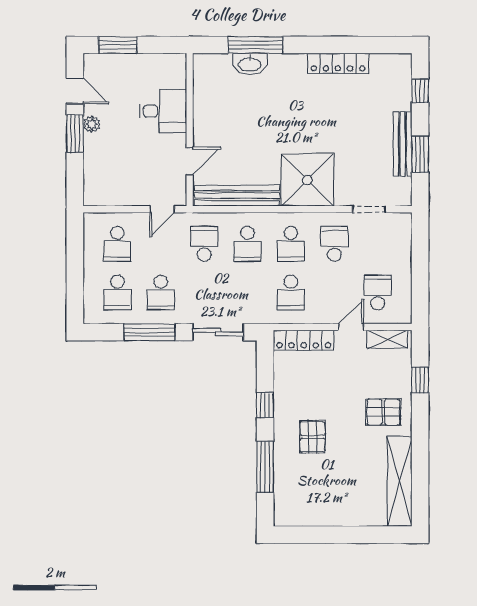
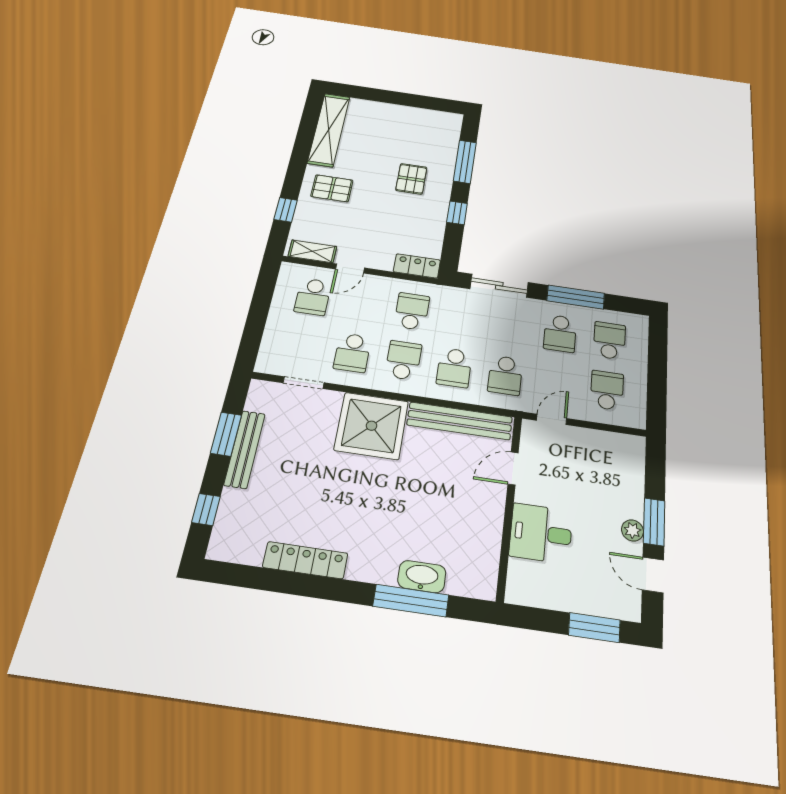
school desk: (248, 244) -> (454, 368), turned 180
school desk: (161, 293) -> (560, 333), turned 180
locker: (304, 340) -> (417, 266), width x0.66

